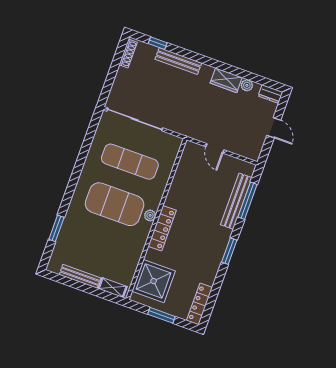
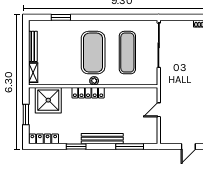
bench: (236, 201) -> (102, 139), moved
window: (229, 251) -> (76, 146), moved

